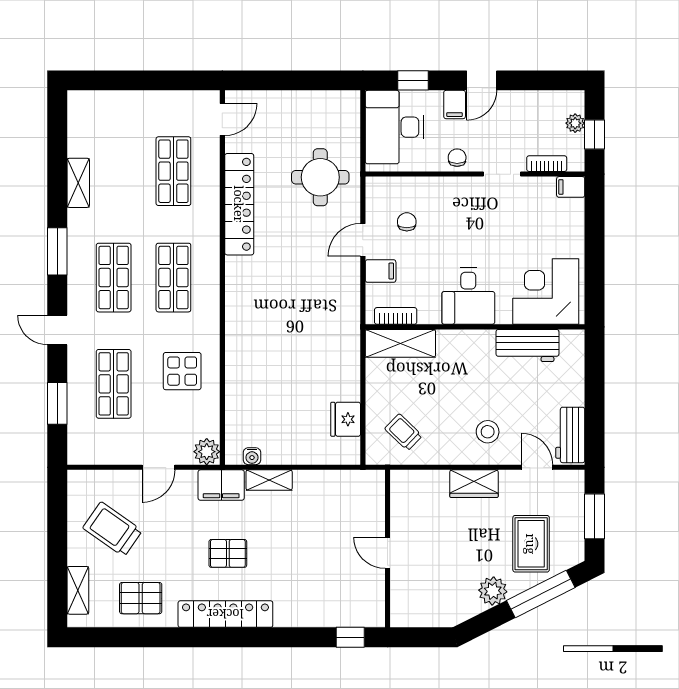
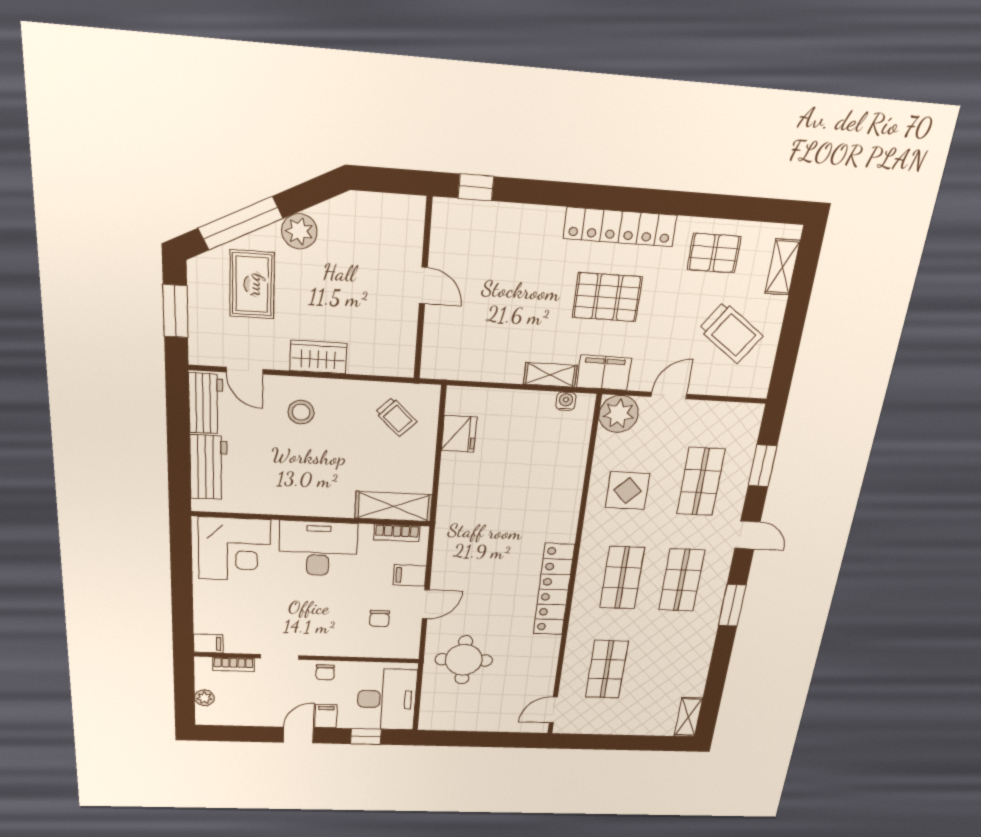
window: (595, 134) -> (184, 688), removed
shelving: (78, 183) -> (688, 717), moved
locker: (239, 204) -> (554, 590), moved
desk: (468, 296) -> (318, 549), width x1.37
workbench: (527, 345) -> (209, 467), moved, turned 90
plant: (207, 452) -> (619, 414), width x1.36, depth x1.36
pallet: (228, 553) -> (607, 297), width x1.50, depth x1.42

